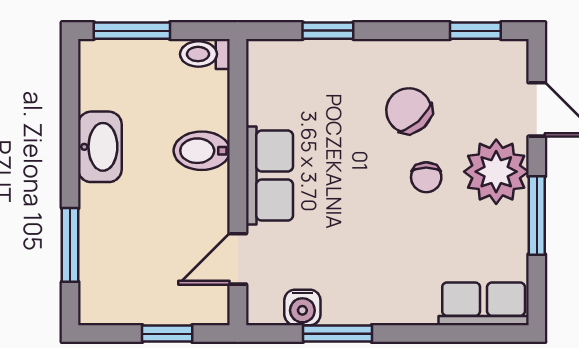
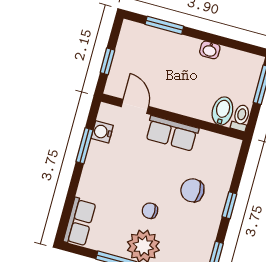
window: (328, 31) -> (229, 205), moved
chair: (409, 111) -> (192, 190), moved, turned -138
washbasin: (100, 147) -> (210, 50), width x0.52, depth x0.69
bidet: (202, 151) -> (222, 111), moved

